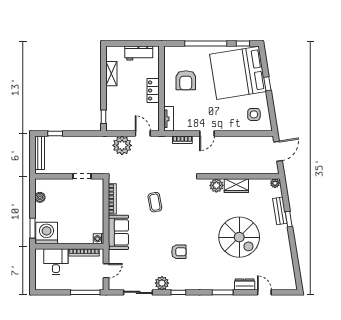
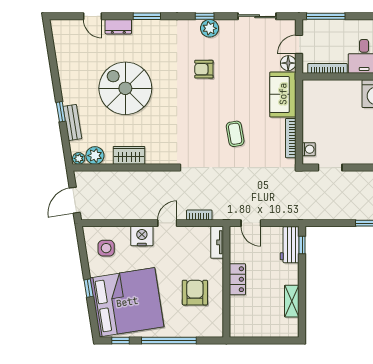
workbench: (139, 53) -> (290, 245), moved, turned -90
nightstand: (226, 124) -> (142, 236), added
plant: (122, 145) -> (278, 208), removed
plant: (216, 185) -> (95, 156), moved
washing machine: (98, 239) -> (309, 149), moved
floor lamp: (114, 256) -> (288, 63), added
plant: (162, 283) -> (210, 28), moved

